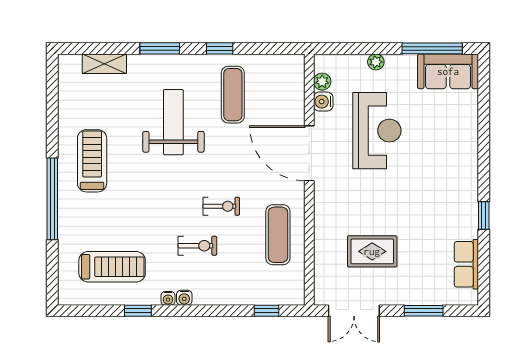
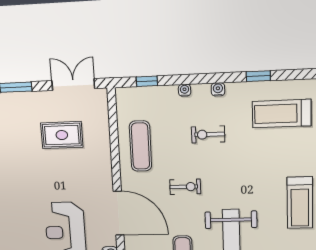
exercise bike: (221, 206) -> (185, 187), moved, turned 180
water cooler: (168, 298) -> (185, 90), moved

